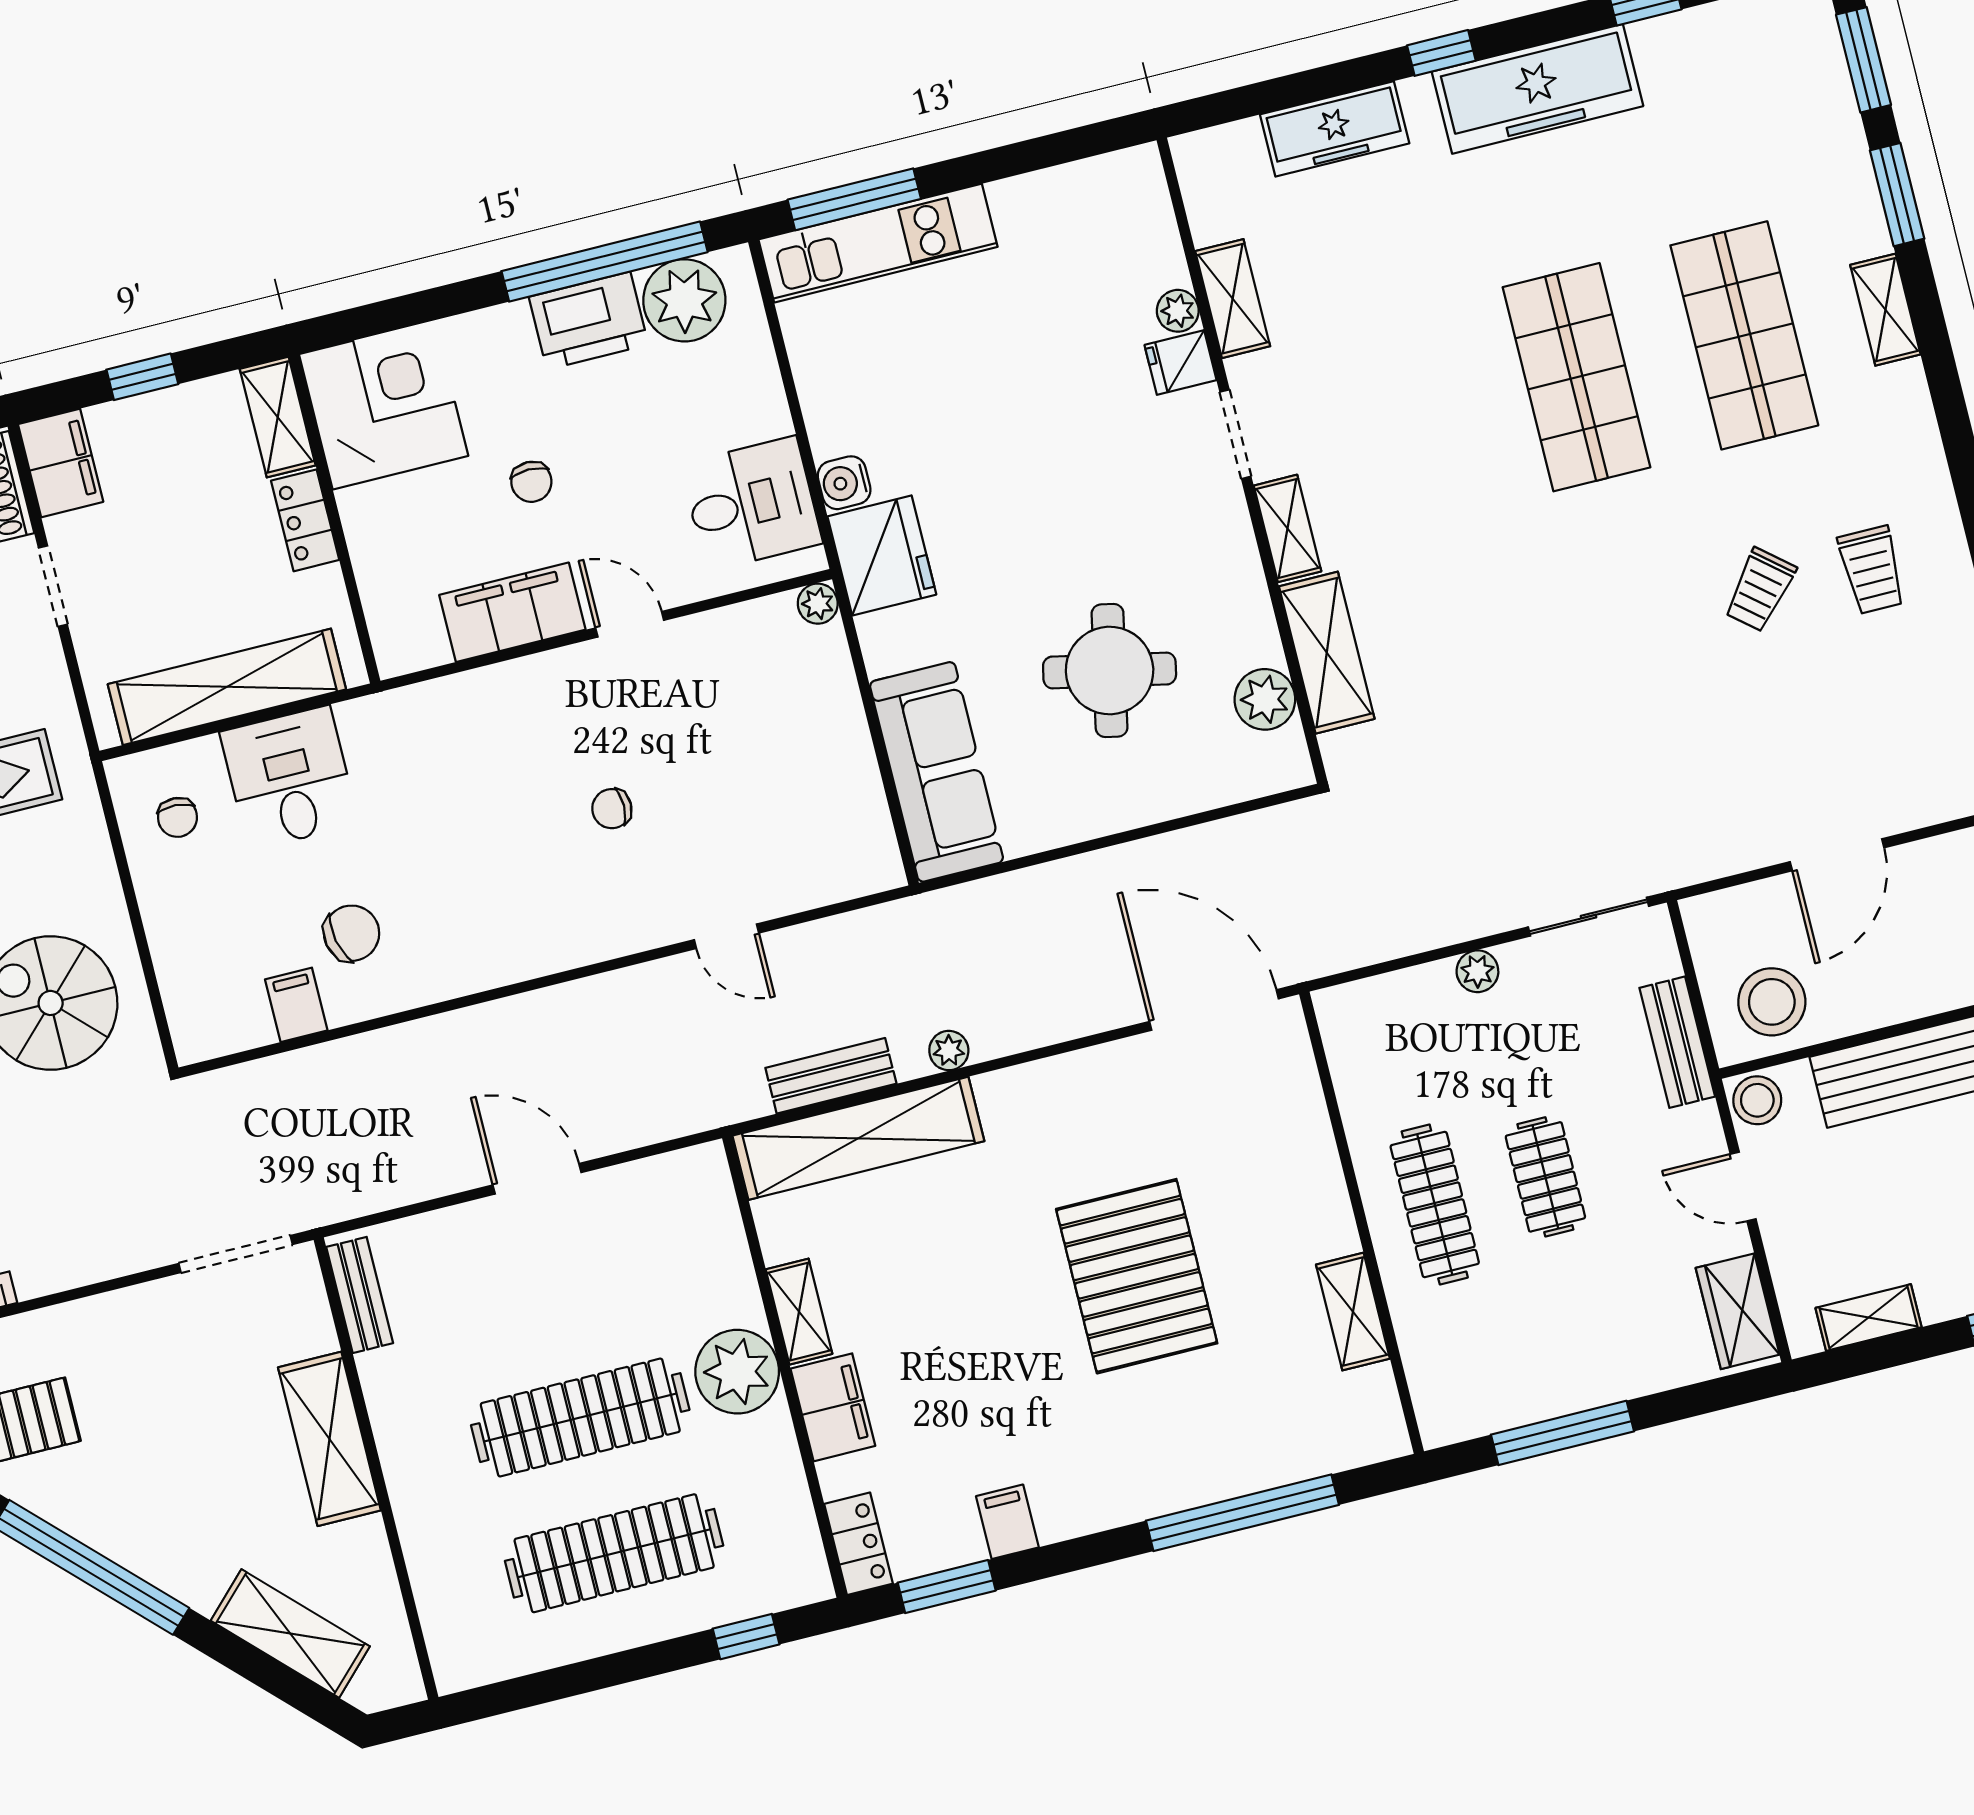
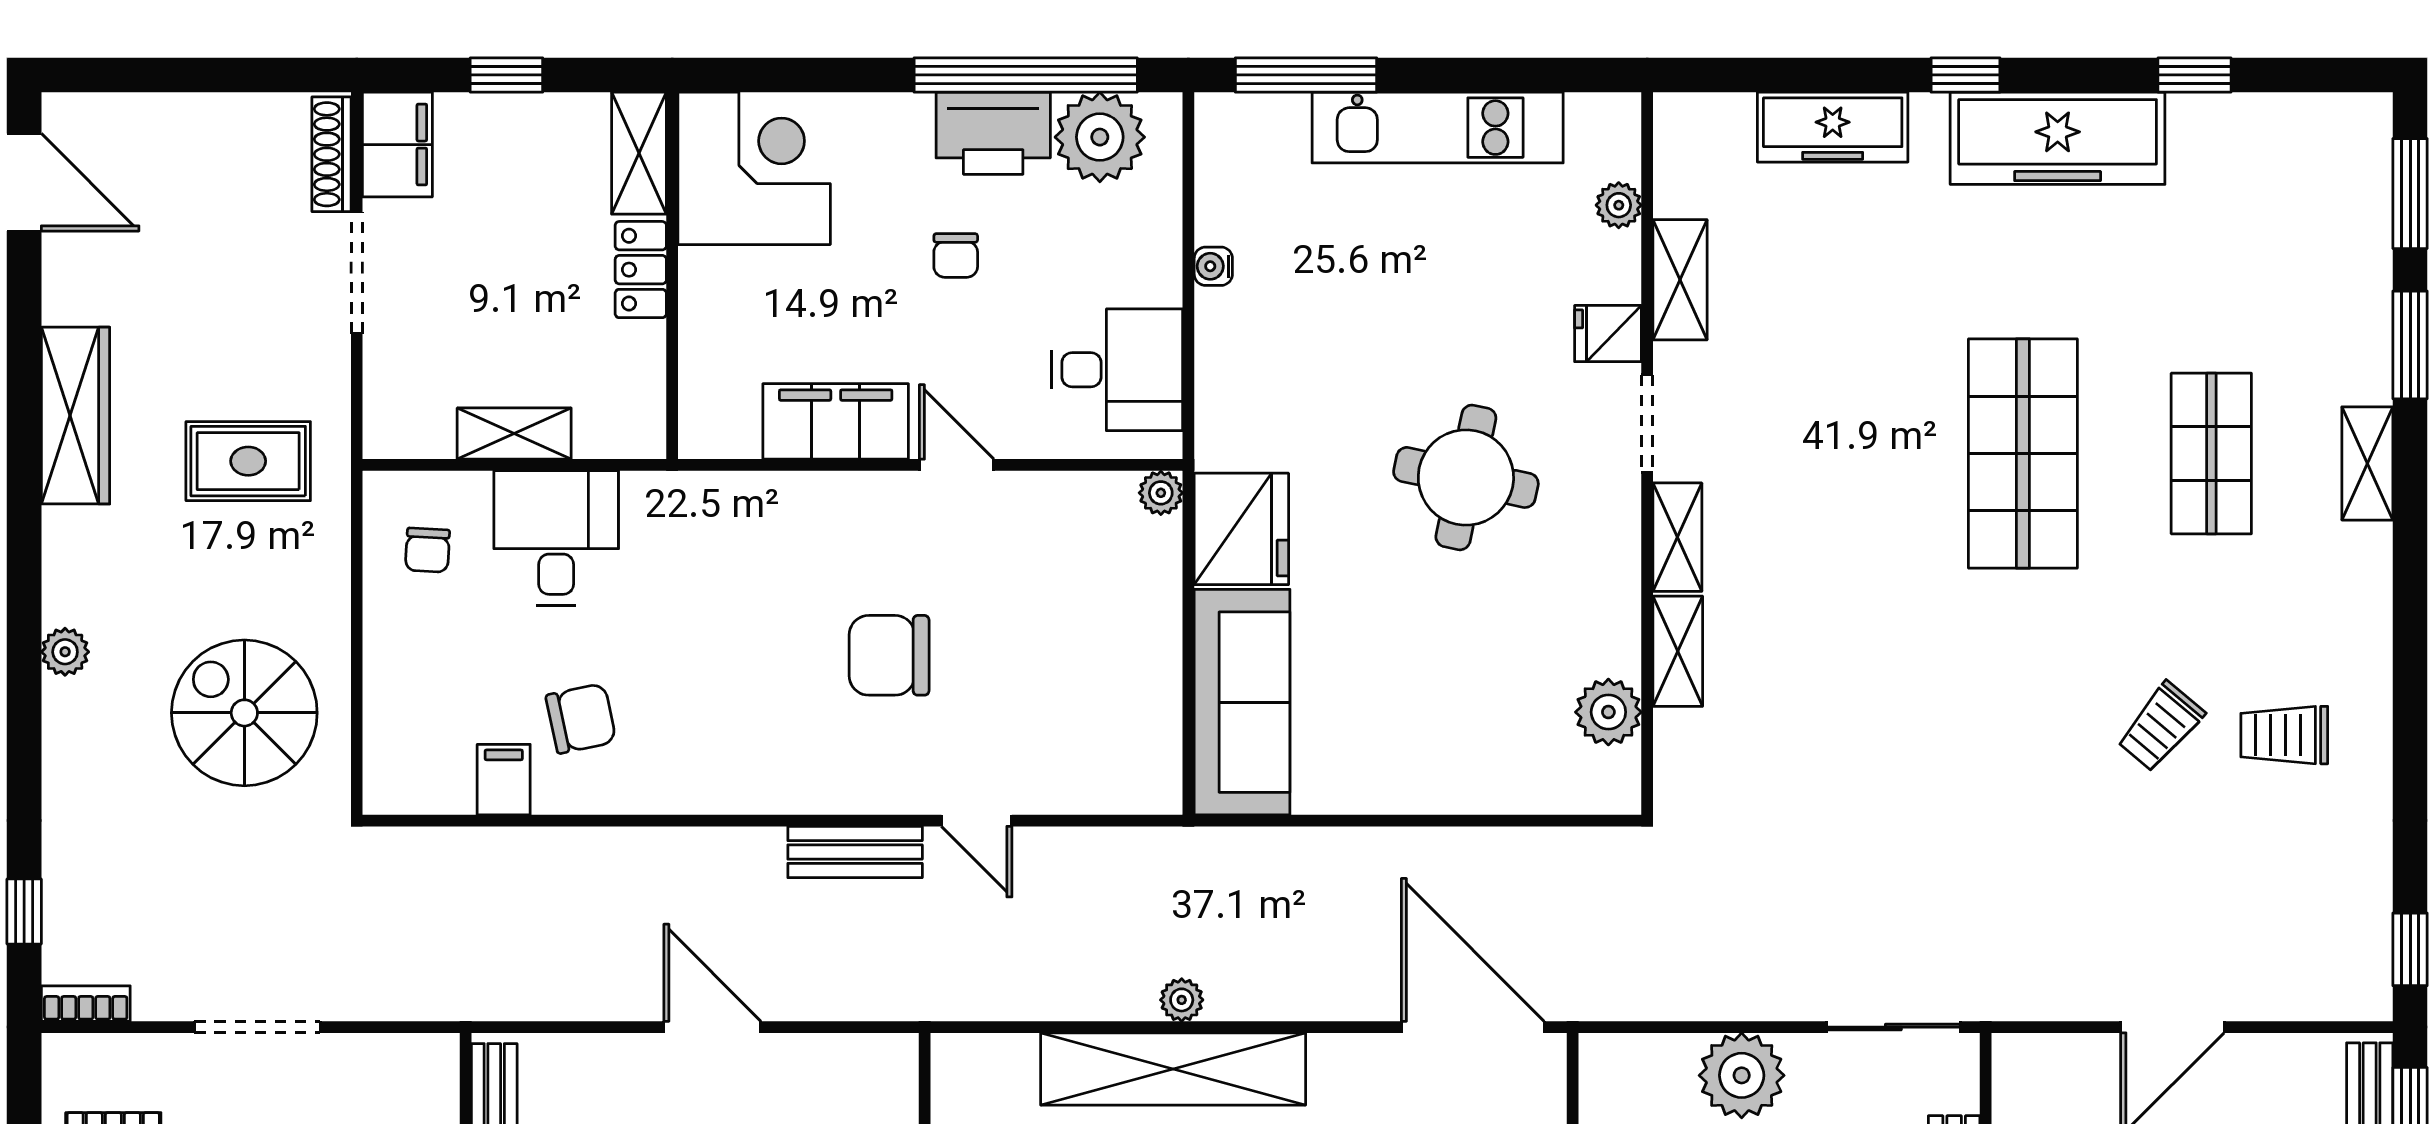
kitchen unit: (878, 243) -> (1438, 128), moved
plant: (1178, 311) -> (1619, 205), moved
shop shelf: (1744, 335) -> (2211, 454), width x0.70, depth x0.74
chair: (531, 482) -> (956, 255), moved
water cooler: (844, 483) -> (1213, 266), moved, width x0.72, depth x0.72
fridge: (882, 555) -> (1241, 529), moved
trolley: (1872, 570) -> (2284, 735), turned 90
doorway: (53, 586) -> (357, 273), width x1.38
shelving: (1327, 653) -> (1678, 651), width x0.67, depth x0.75
round table: (1110, 671) -> (1466, 477), moved
shelving: (227, 687) -> (514, 434), width x0.45, depth x0.75
chair: (612, 809) -> (889, 655), width x1.87, depth x1.87
plant: (1477, 971) -> (1742, 1075), width x1.88, depth x1.88
bench: (831, 1076) -> (855, 852), moved
shelving: (858, 1138) -> (1173, 1069), moved
doorway: (236, 1254) -> (257, 1027), moved

